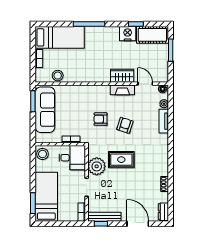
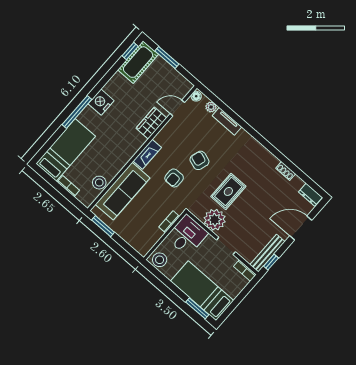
window: (136, 24) -> (130, 51), moved
nightstand: (128, 34) -> (101, 102), moved
fireplace: (122, 90) -> (147, 154), moved
sofa: (45, 110) -> (123, 191), moved, turned 90

